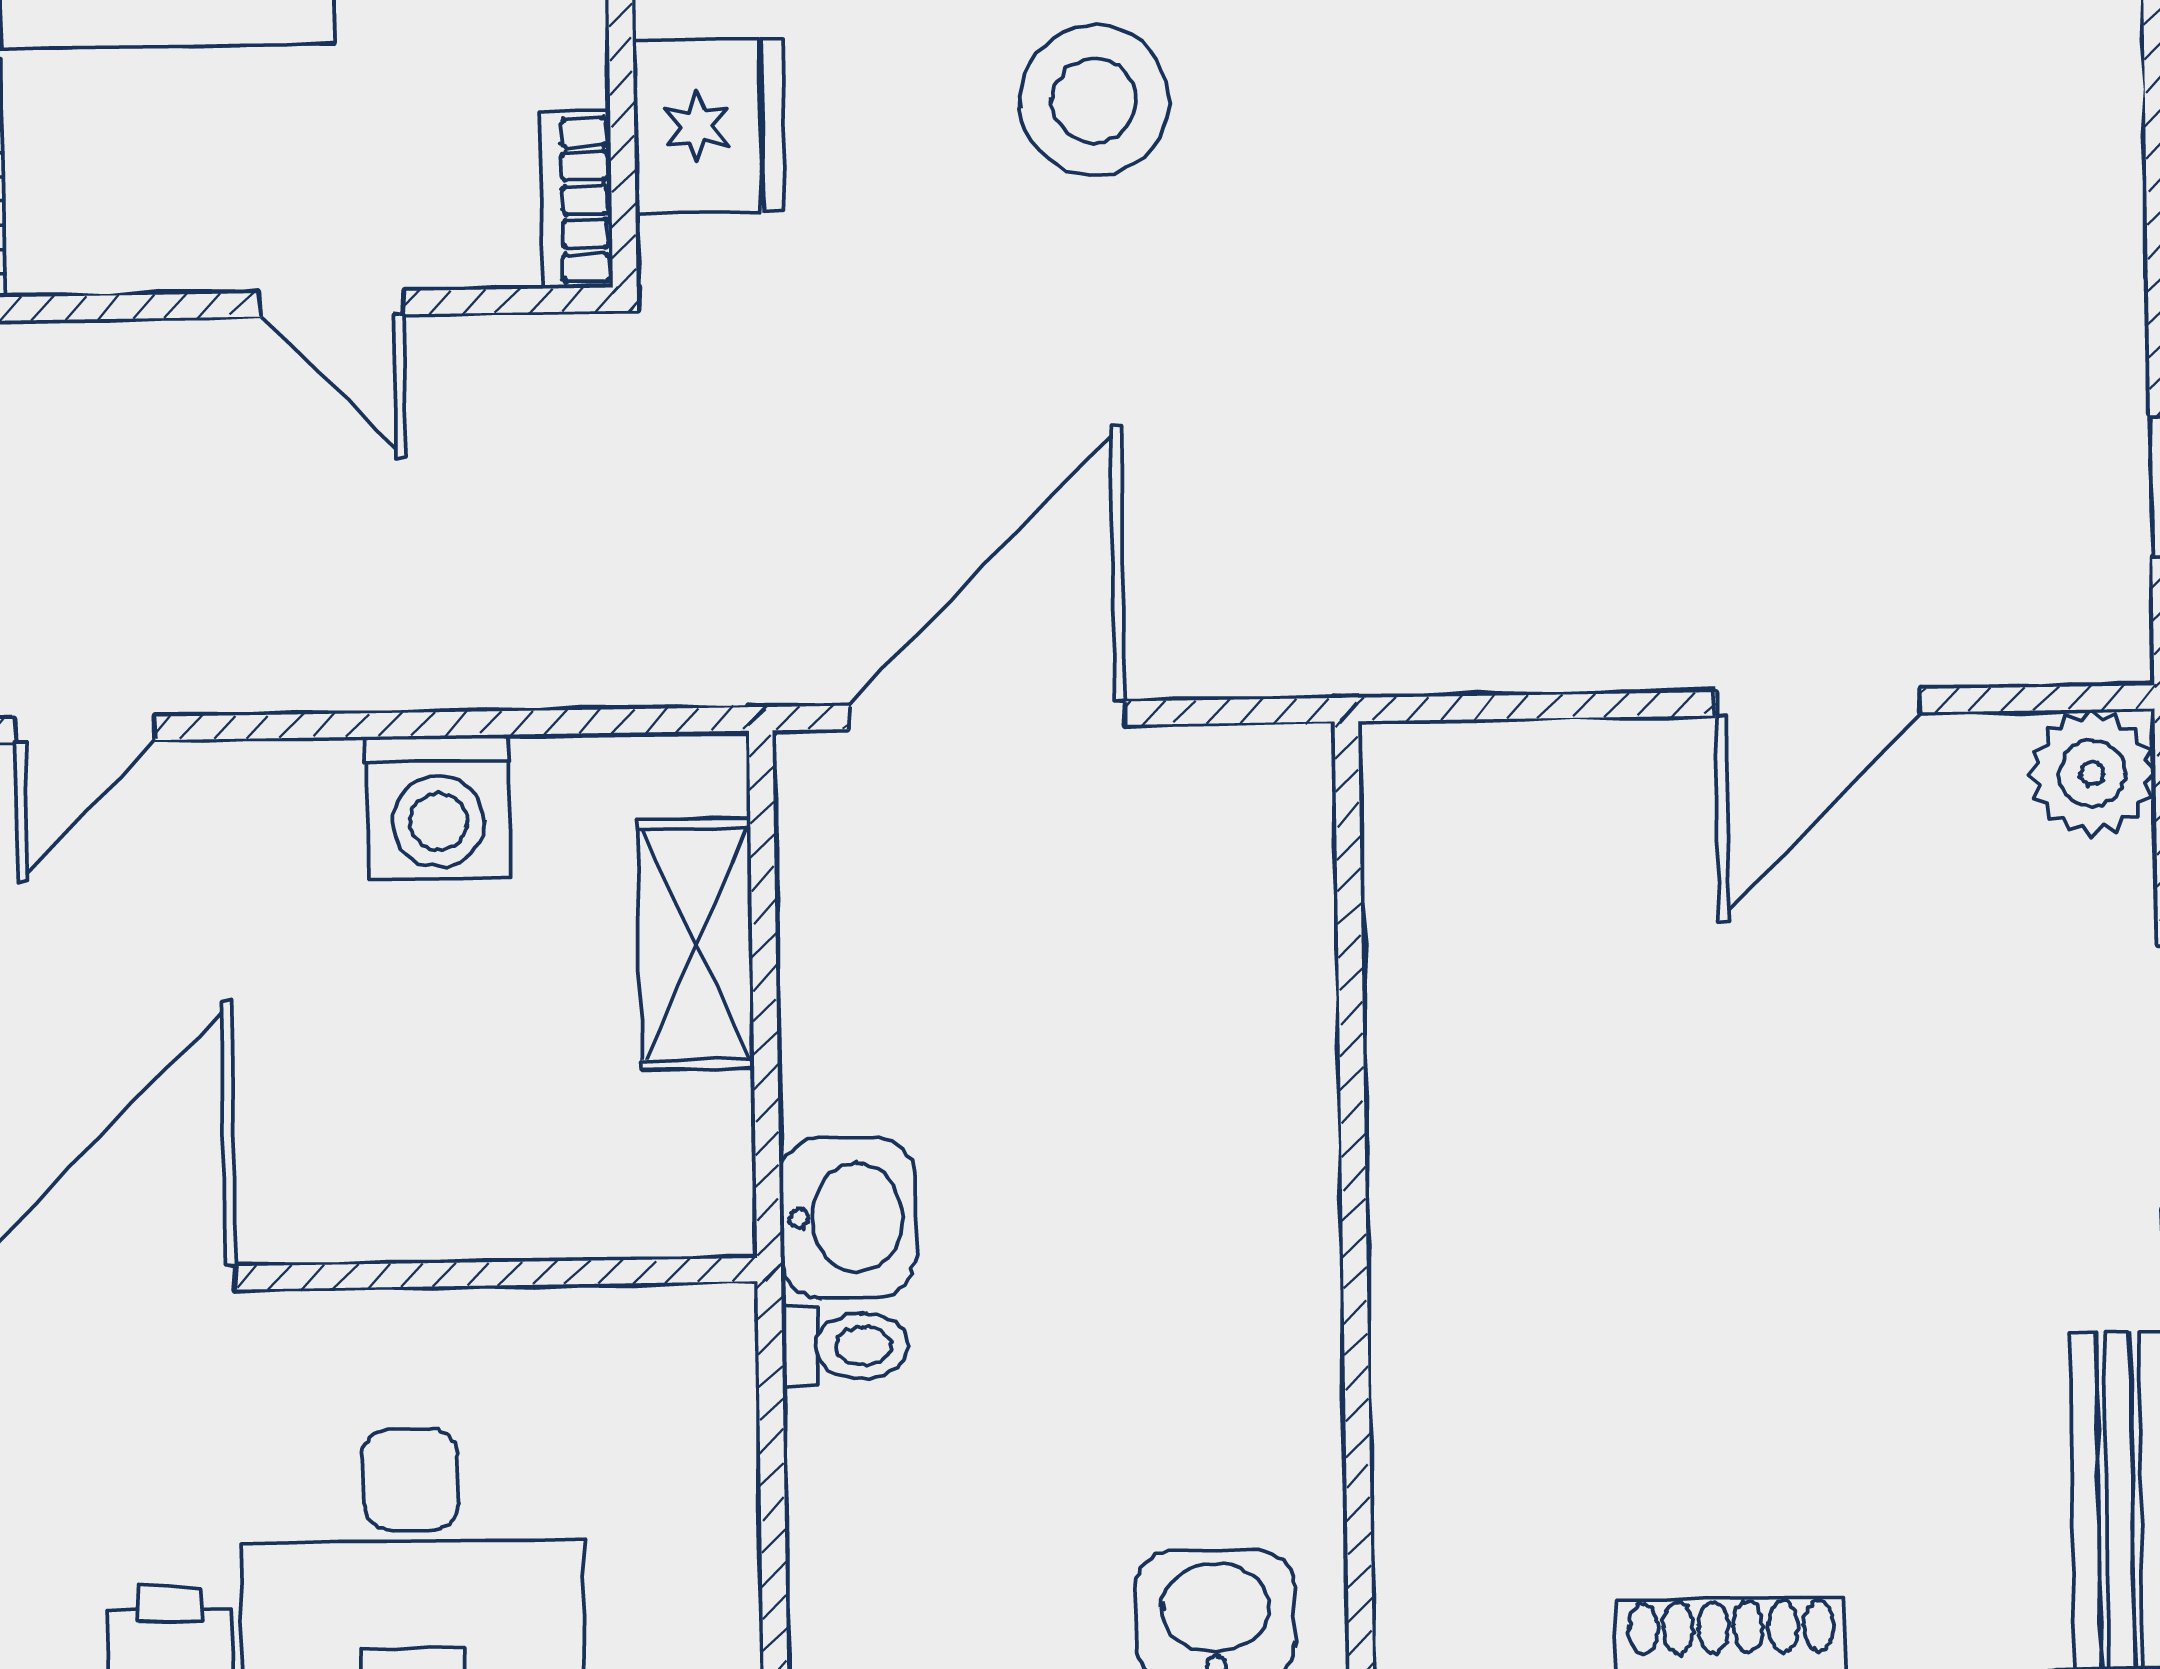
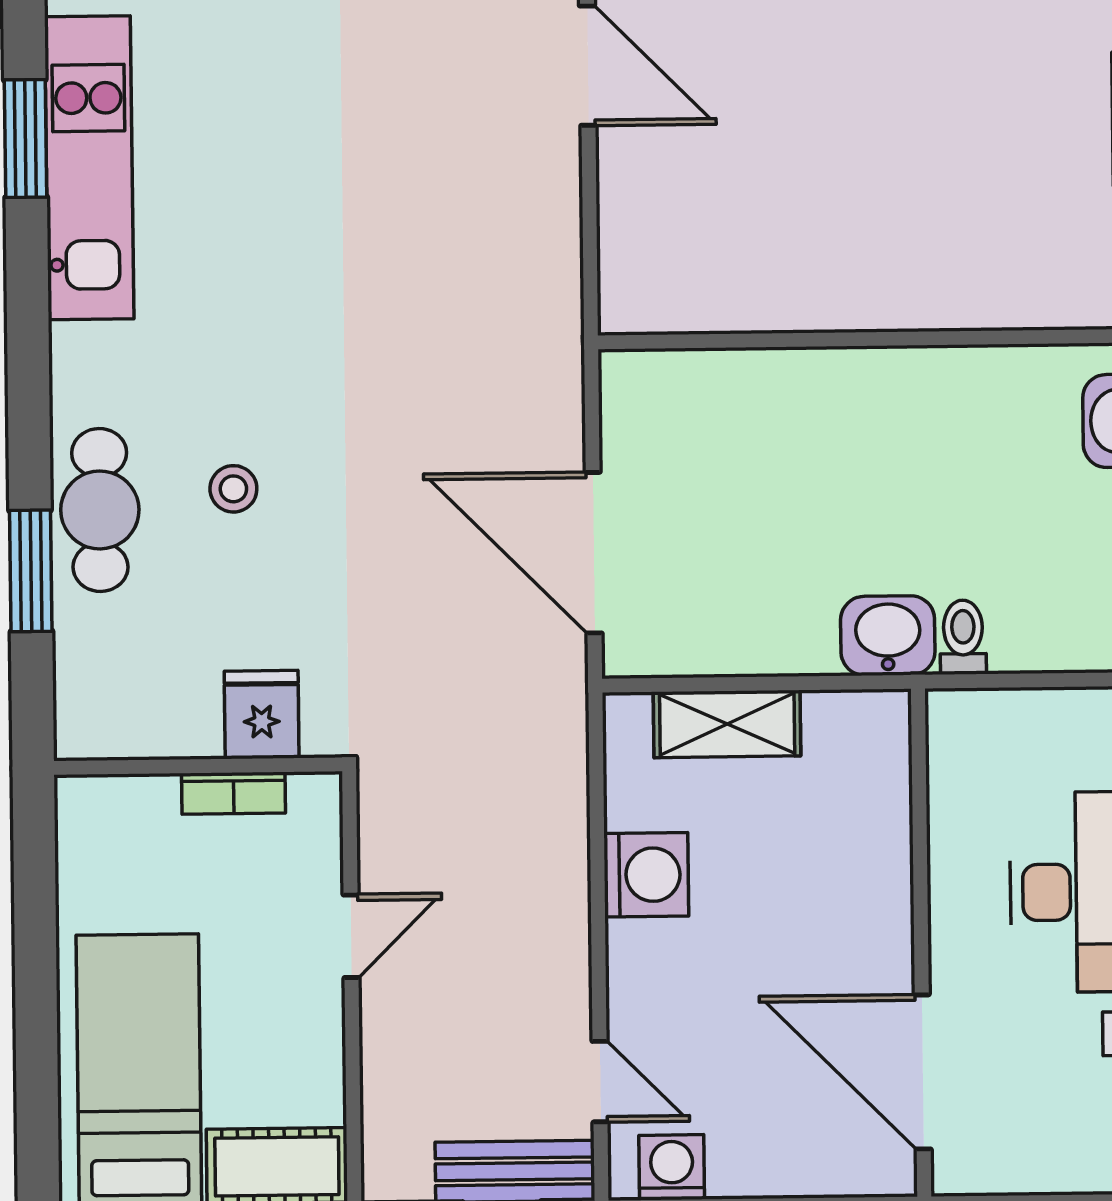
stool: (1094, 100) -> (233, 489), width x0.53, depth x0.53
fridge: (709, 126) -> (262, 715), width x0.72
bookcase: (576, 200) -> (234, 793), moved

